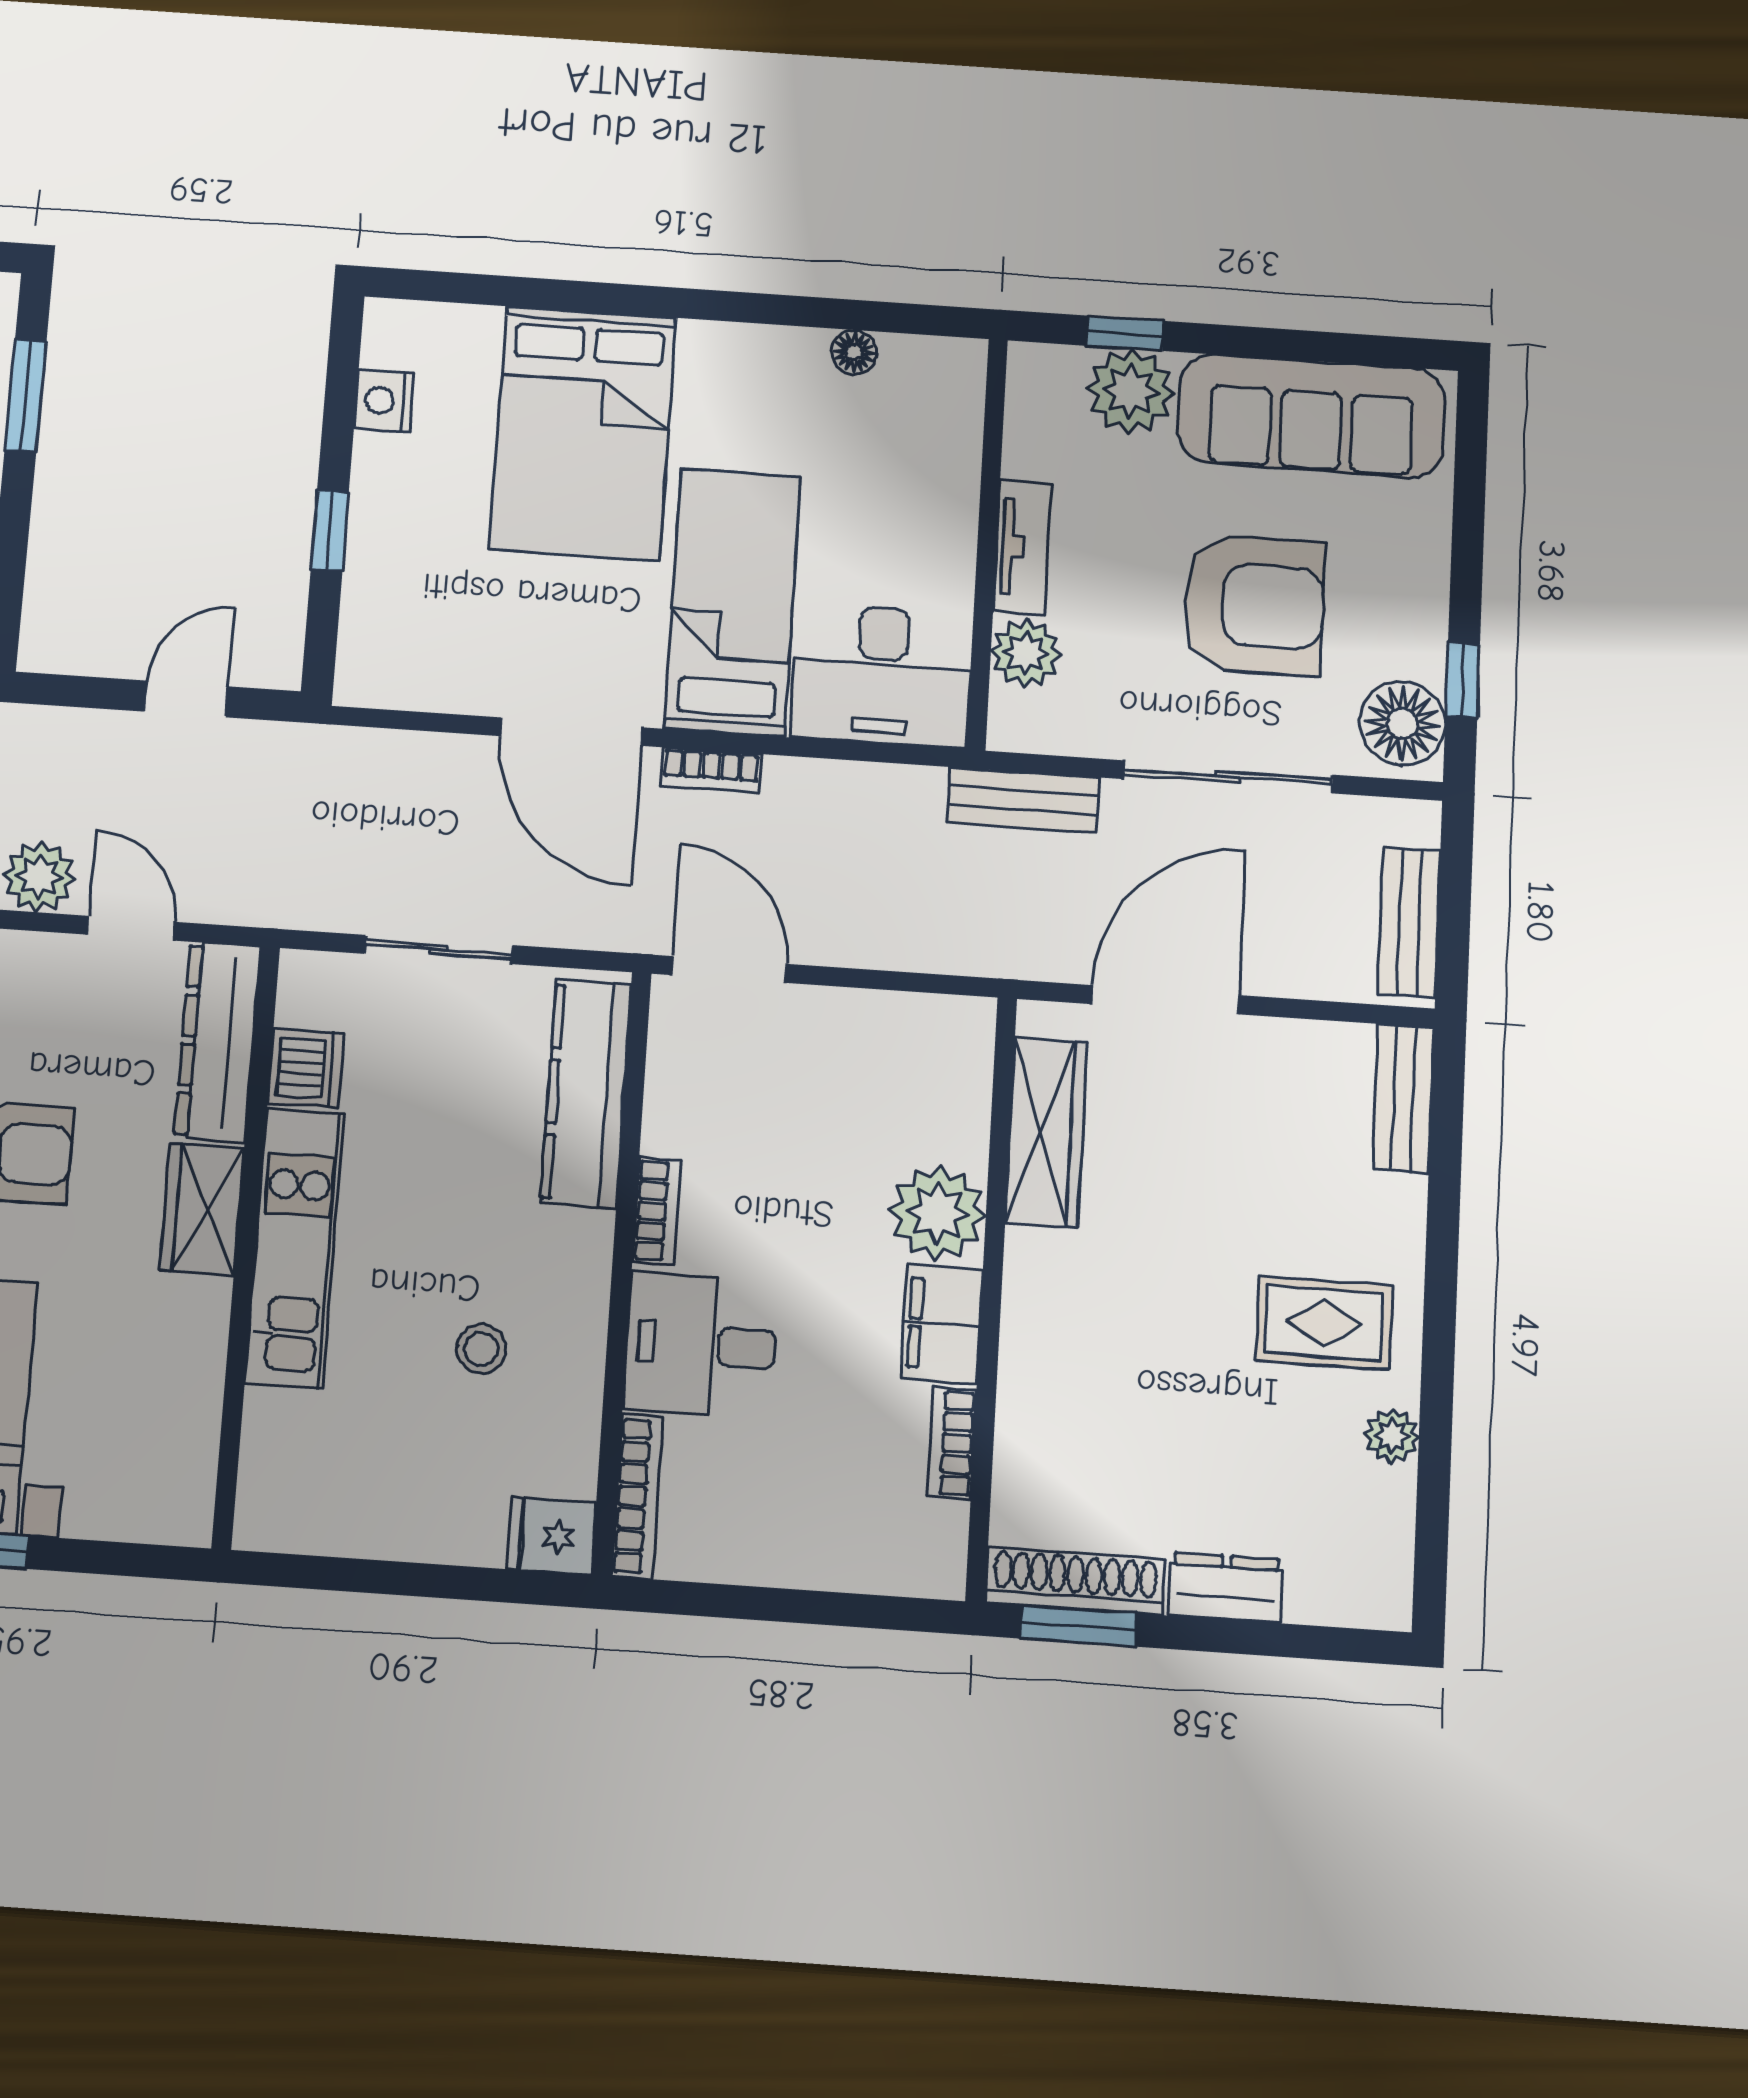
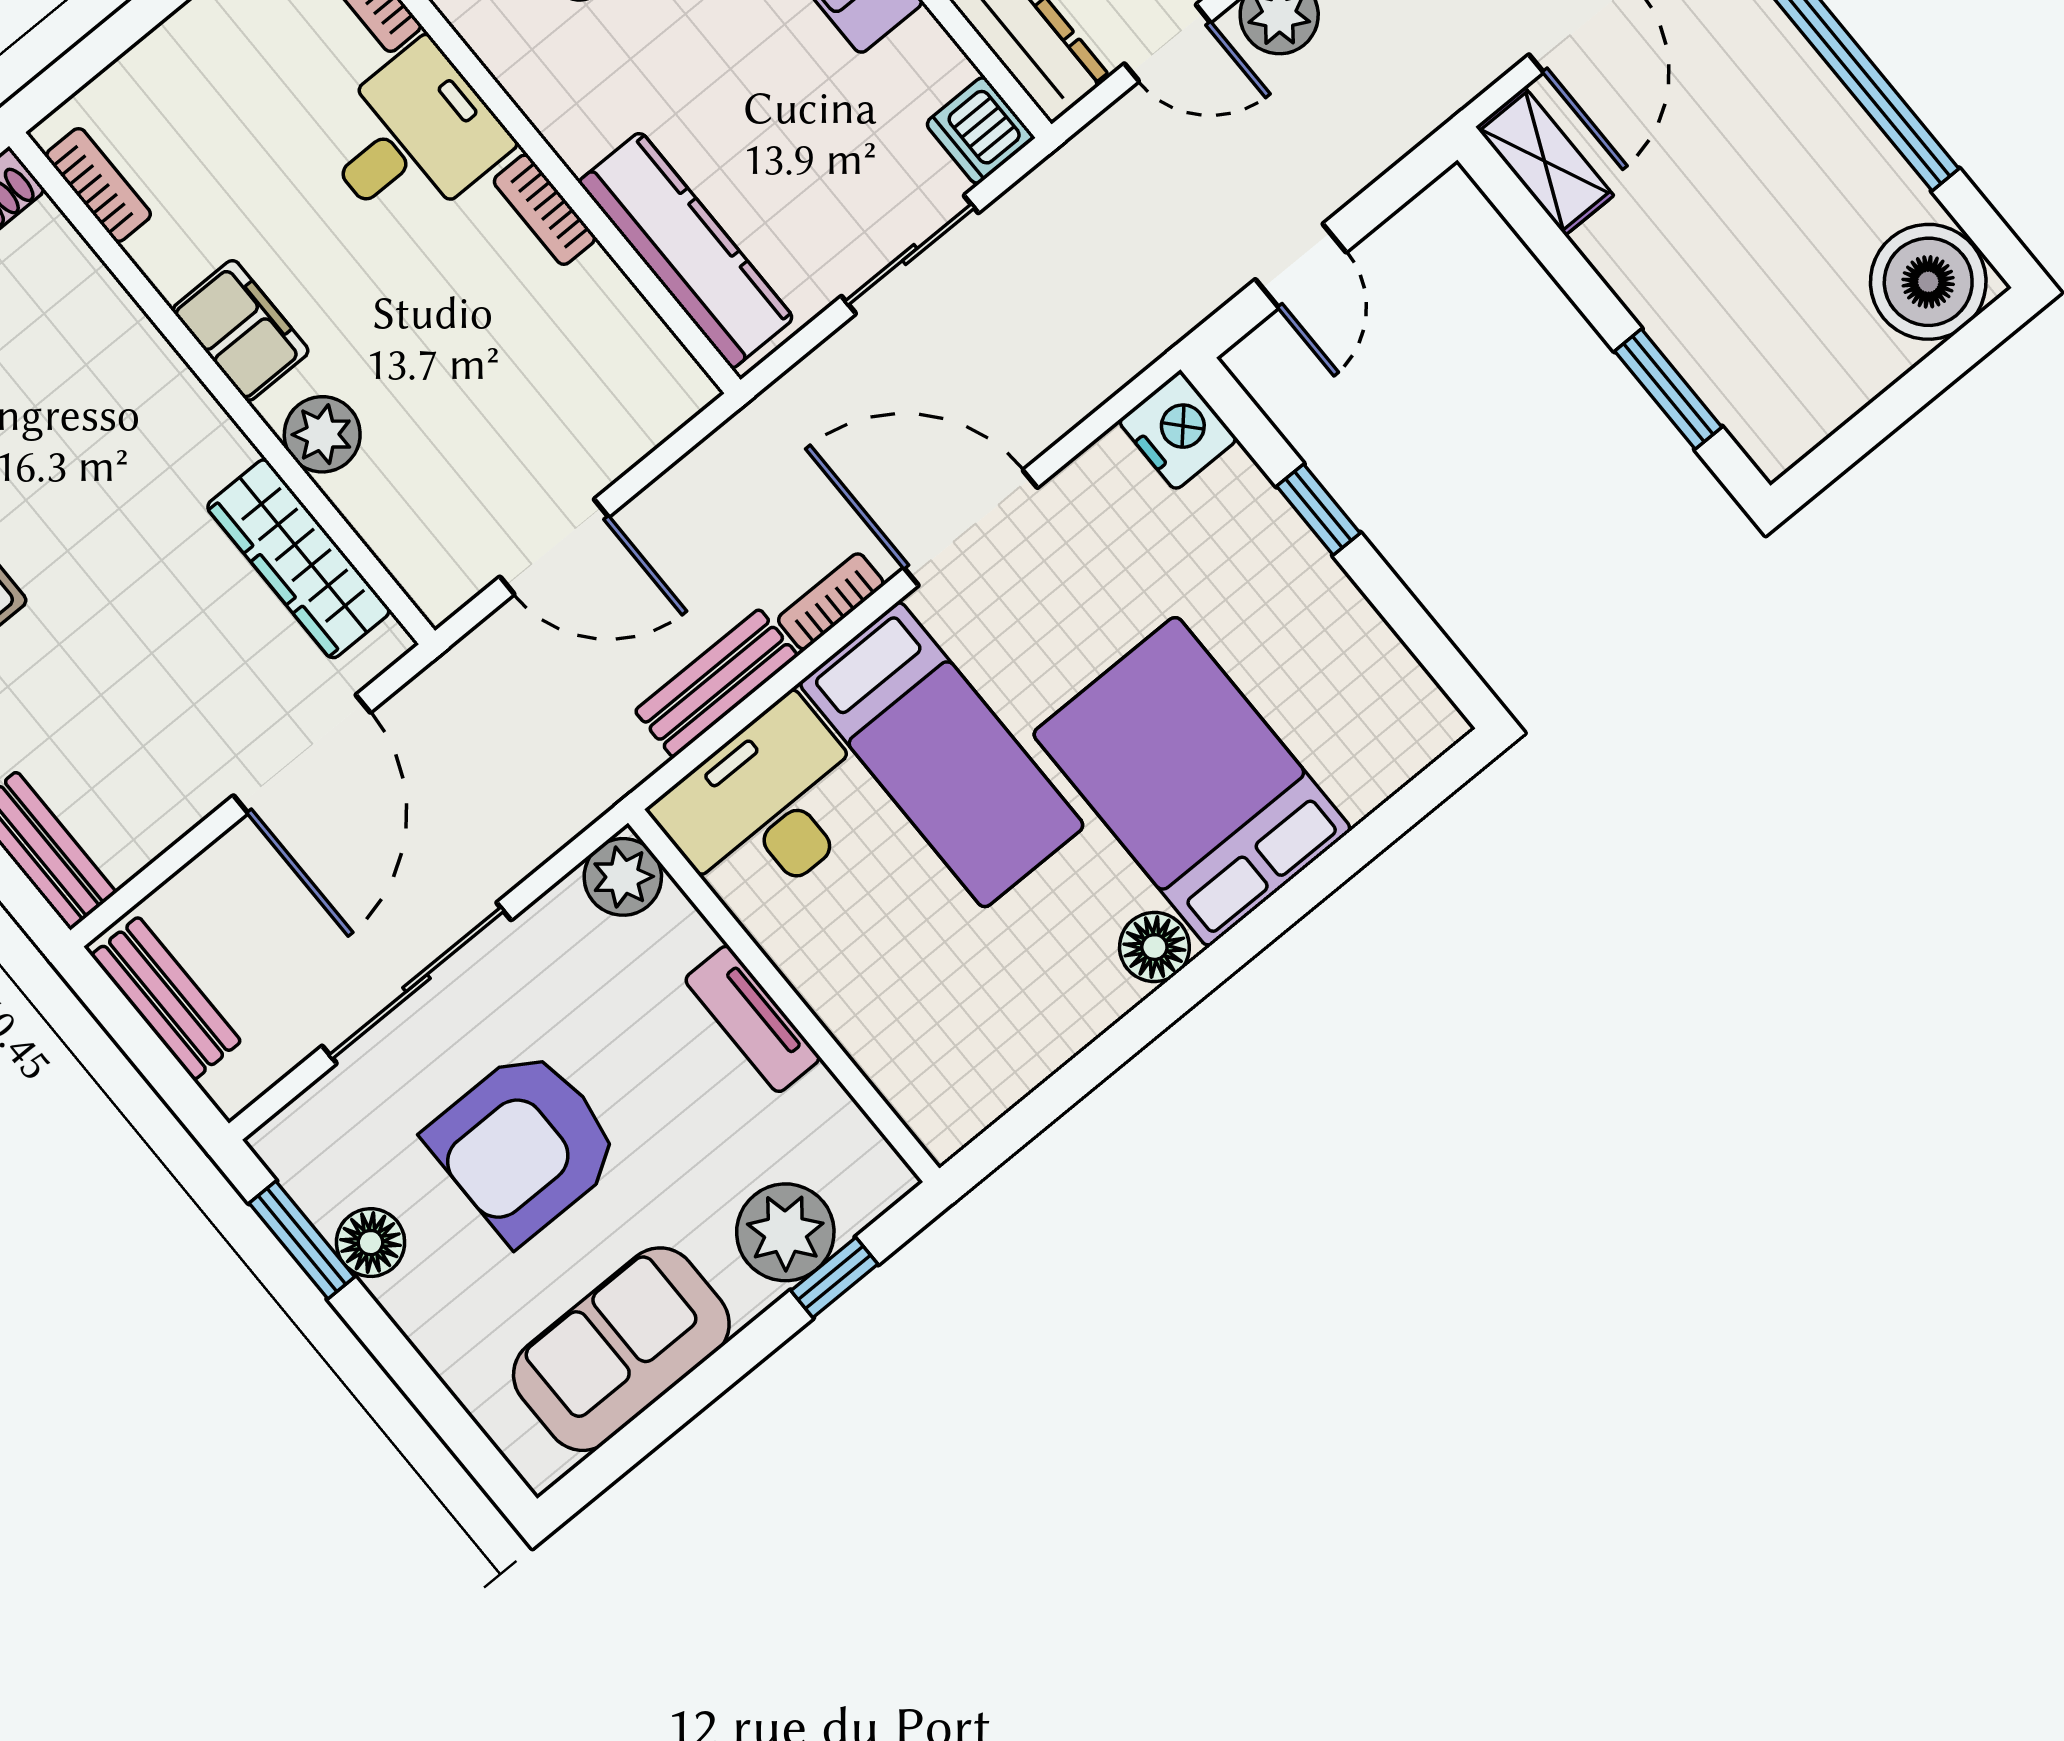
floor lamp: (854, 352) -> (1154, 947), moved, width x1.37, depth x1.37
nightstand: (384, 400) -> (1178, 430), moved, width x1.36, depth x1.33
sofa: (1311, 416) -> (621, 1349), width x0.73
plant: (1026, 653) -> (623, 877), moved
window: (1463, 680) -> (302, 1240), width x1.50
floor lamp: (1402, 723) -> (371, 1243), moved, width x0.73, depth x0.73
bench: (1023, 800) -> (716, 683), moved
door: (729, 970) -> (554, 547), moved
dishwasher: (306, 1068) -> (980, 131), moved
plant: (938, 1213) -> (322, 434), width x0.73, depth x0.73
bookcase: (952, 1443) -> (98, 185), moved

